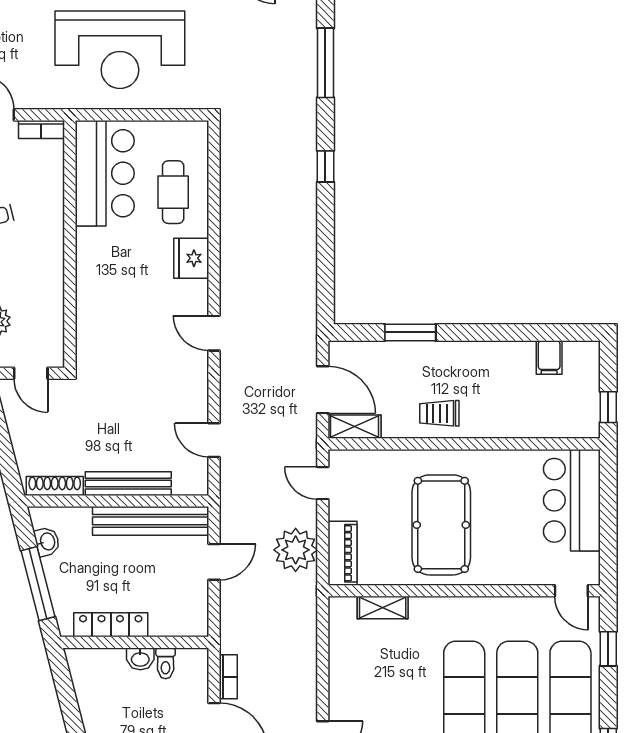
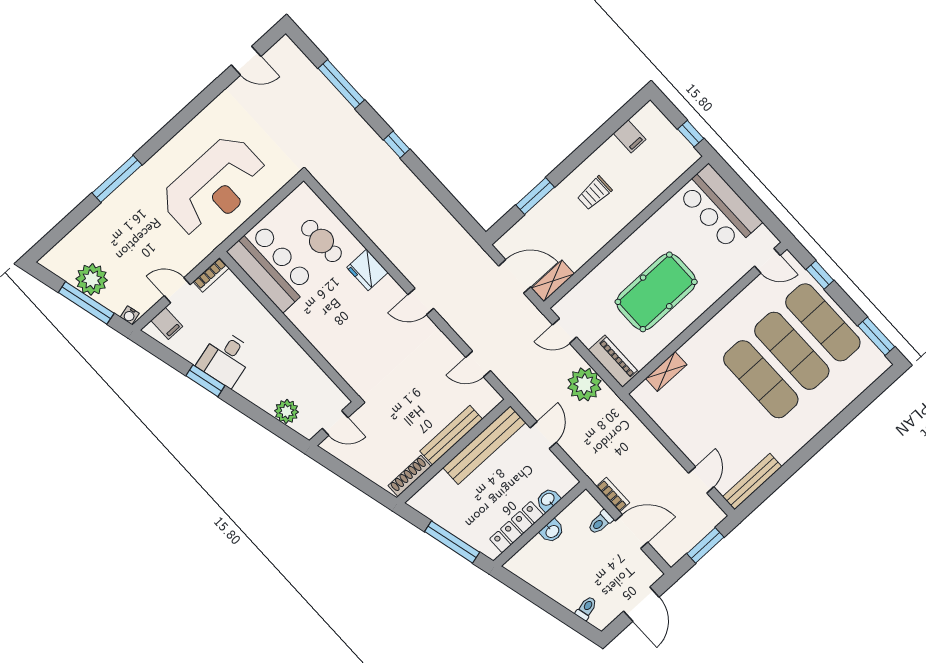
trolley: (439, 413) -> (594, 193), moved
pool table: (441, 525) -> (656, 292), turned 90
washbasin: (47, 542) -> (548, 500), moved, turned -76
toilet: (166, 663) -> (601, 522), moved, turned 90

